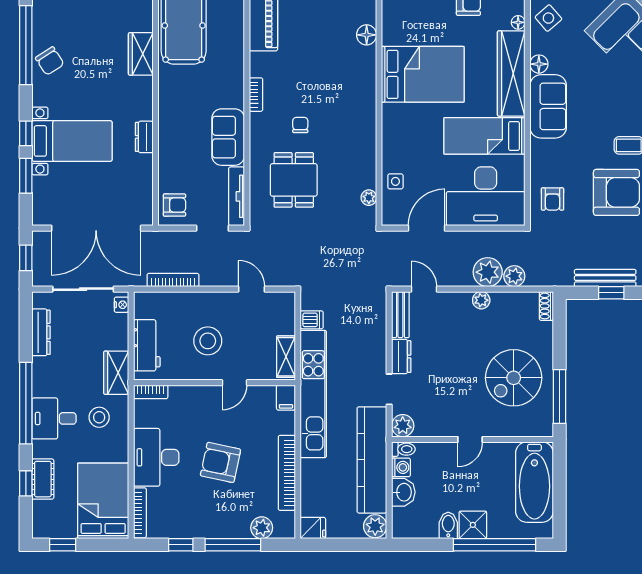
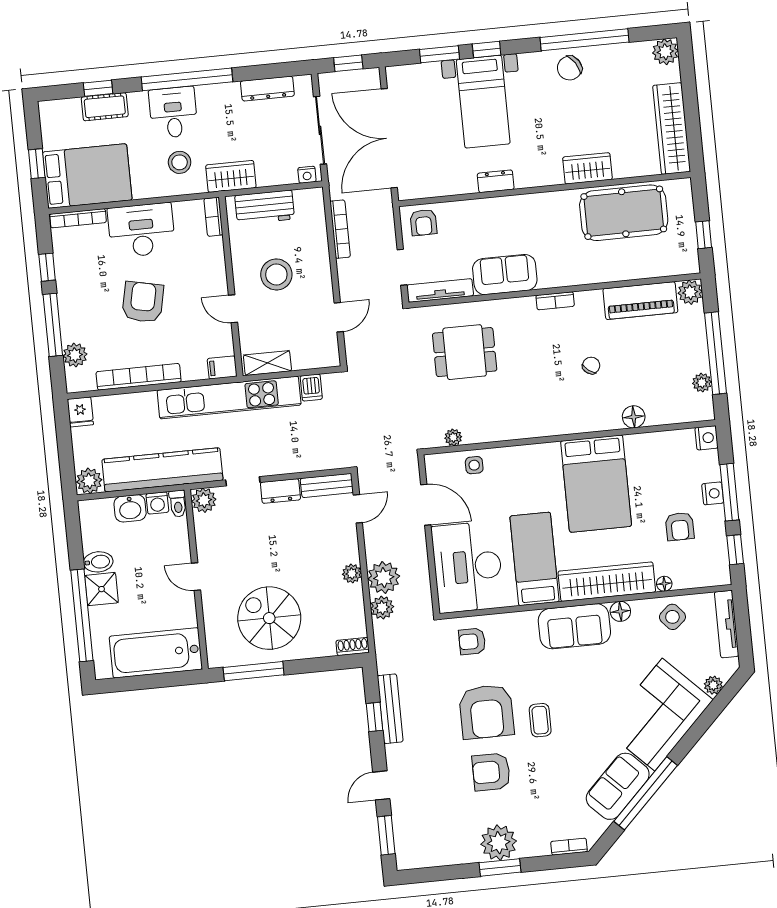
chair: (300, 125) -> (591, 366), moved, turned -53
window: (63, 545) -> (37, 164), moved

